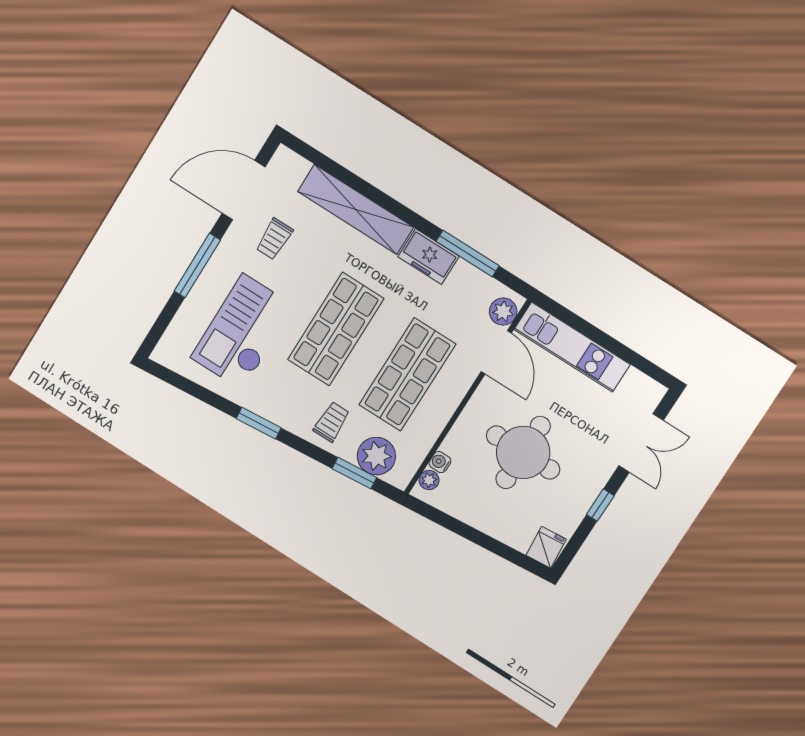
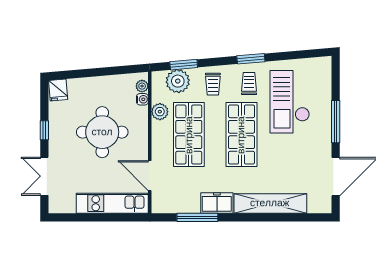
trolley: (274, 239) -> (249, 83), moved
plant: (503, 312) -> (160, 112), moved
checkout: (243, 332) -> (290, 102), turned 180

